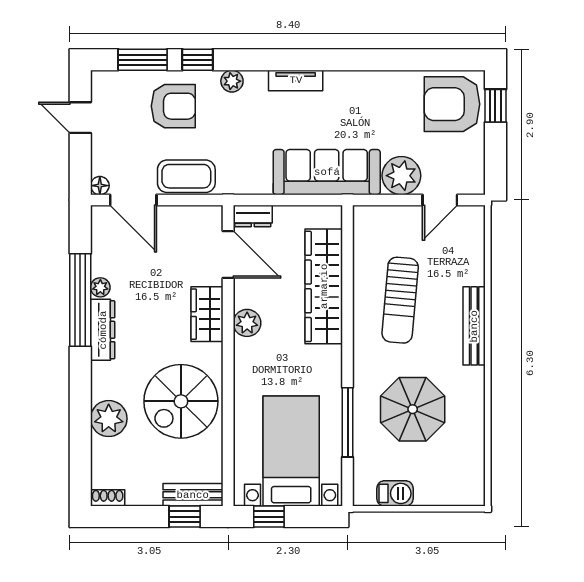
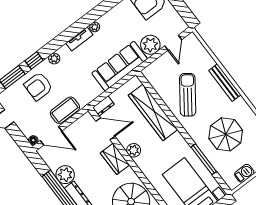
plant: (334, 80) -> (95, 27), added
armchair: (173, 106) -> (38, 86), turned 180
plant: (100, 287) -> (65, 175), width x1.88, depth x1.88
sun lounger: (400, 300) -> (188, 95), turned -149

